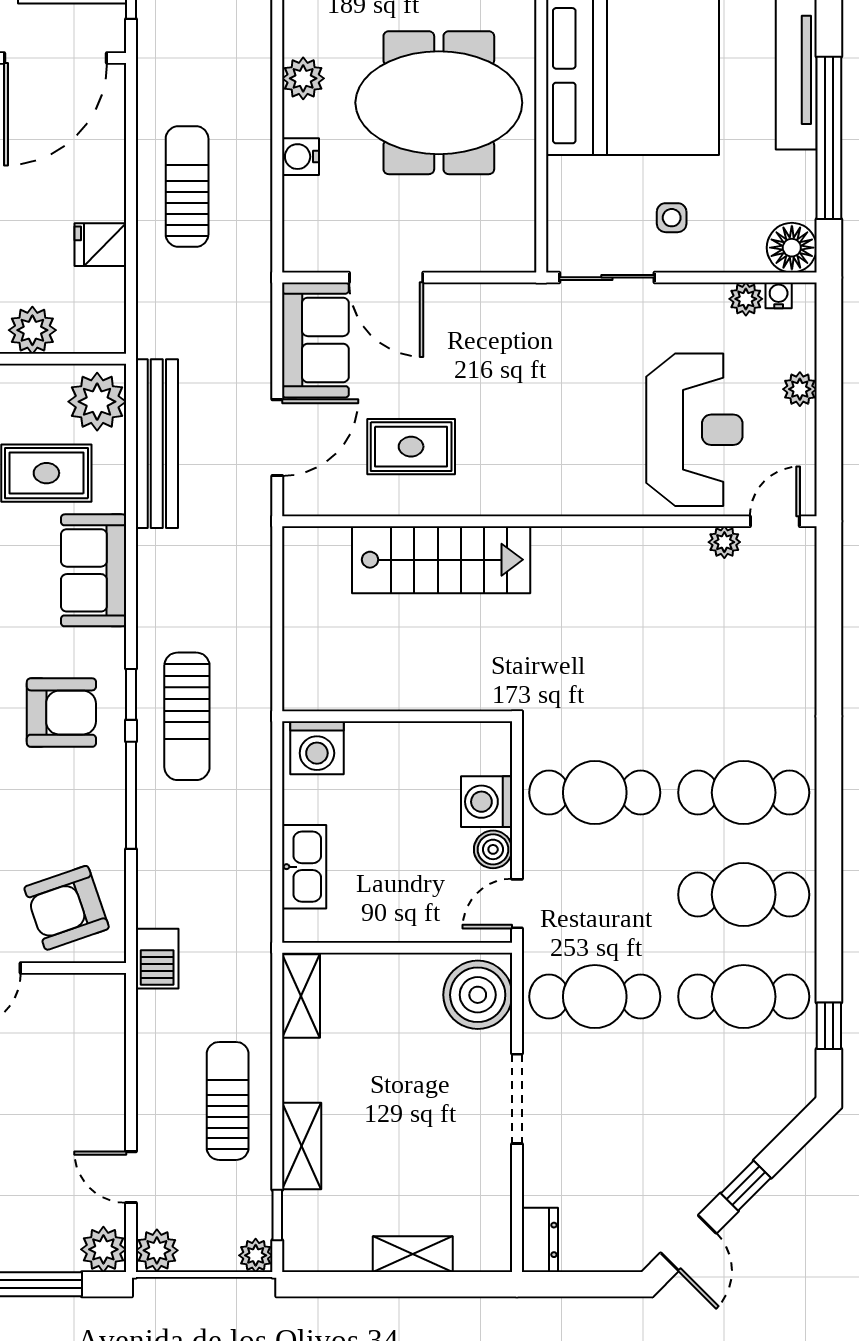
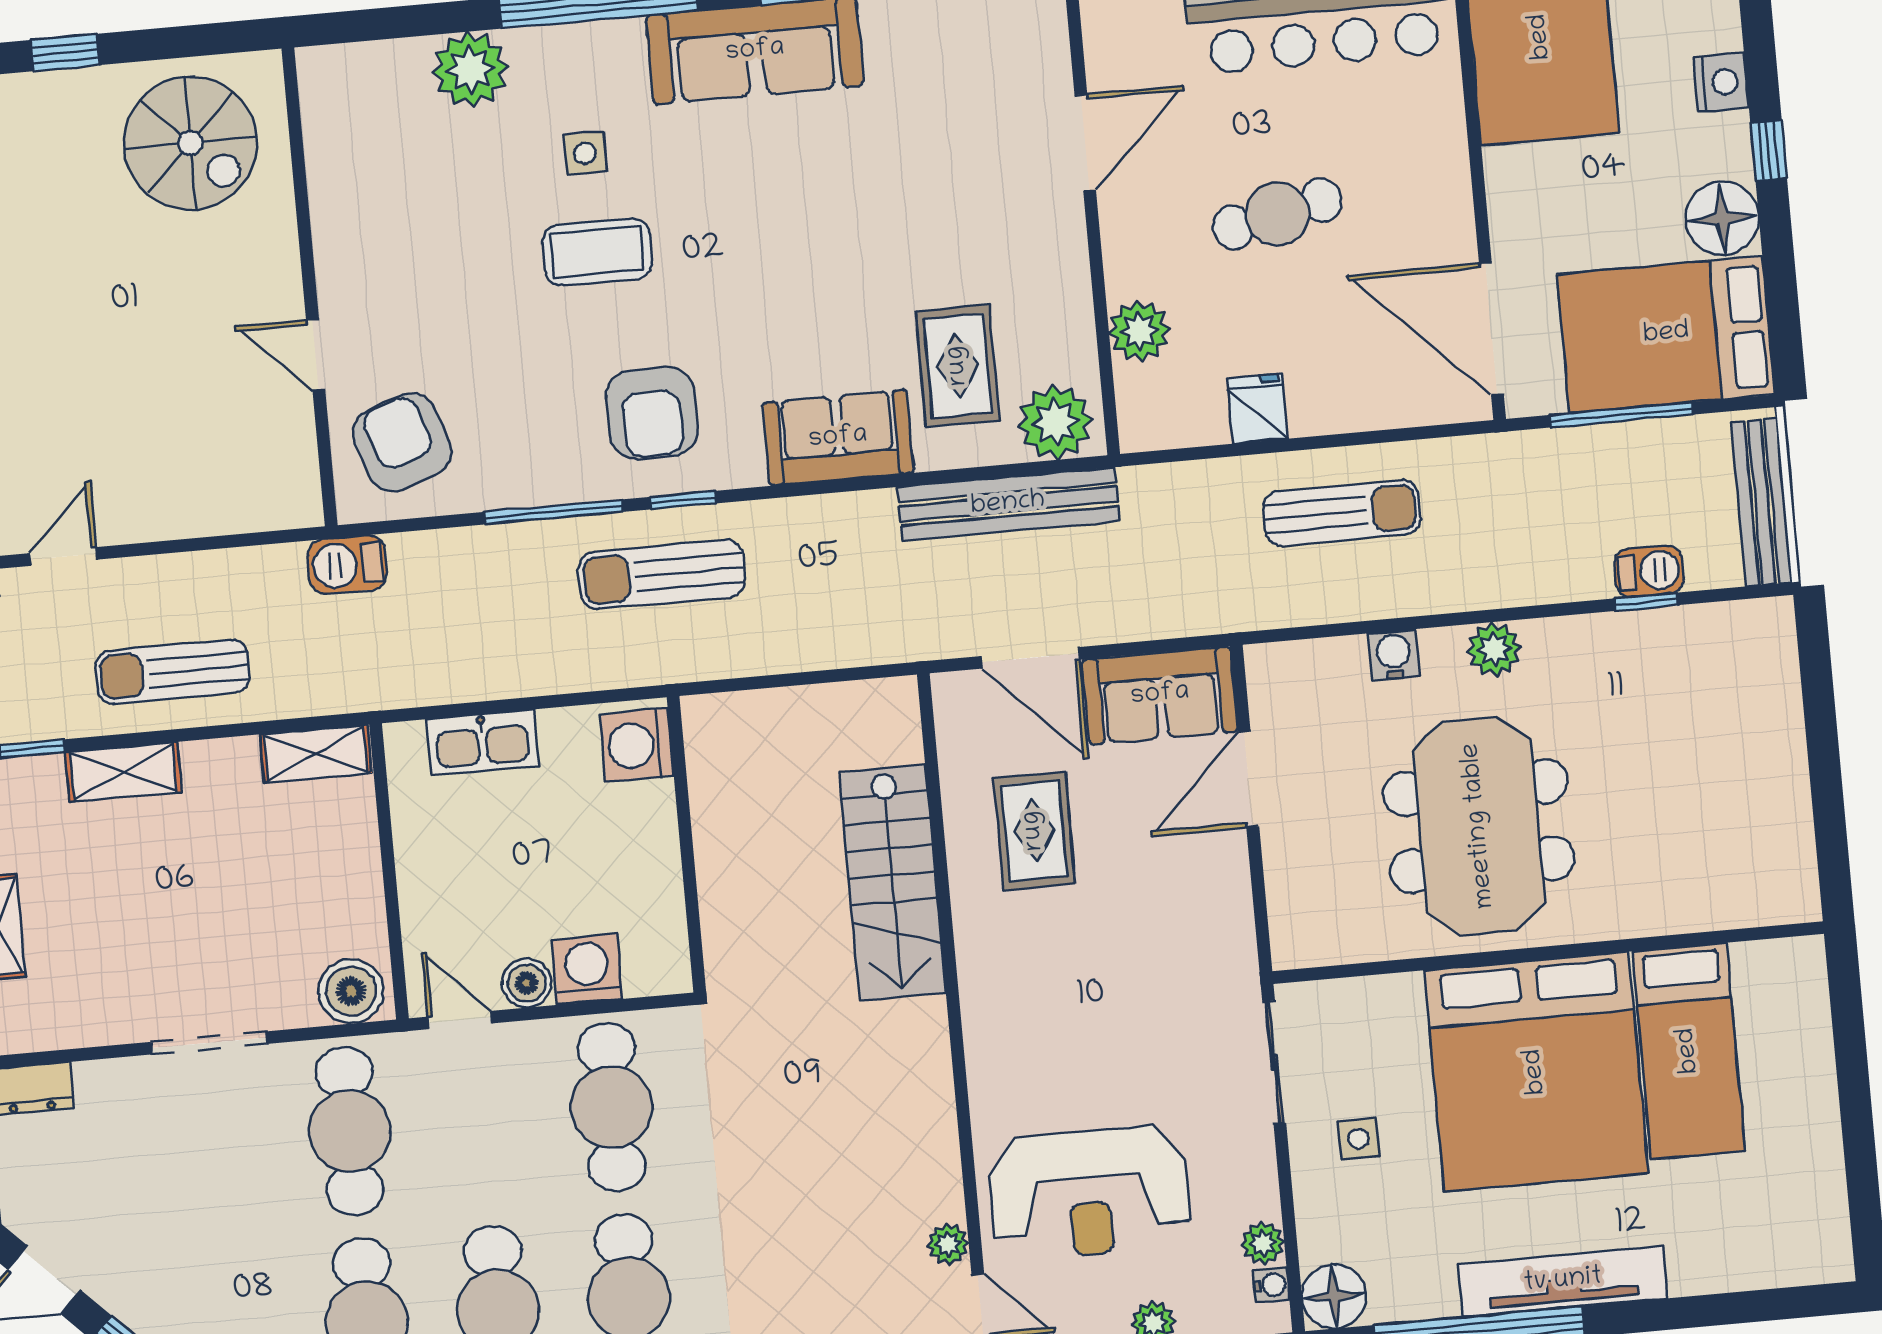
boiler: (478, 995) -> (351, 991), width x0.73, depth x0.73
sun lounger: (228, 1101) -> (173, 672), turned 180

